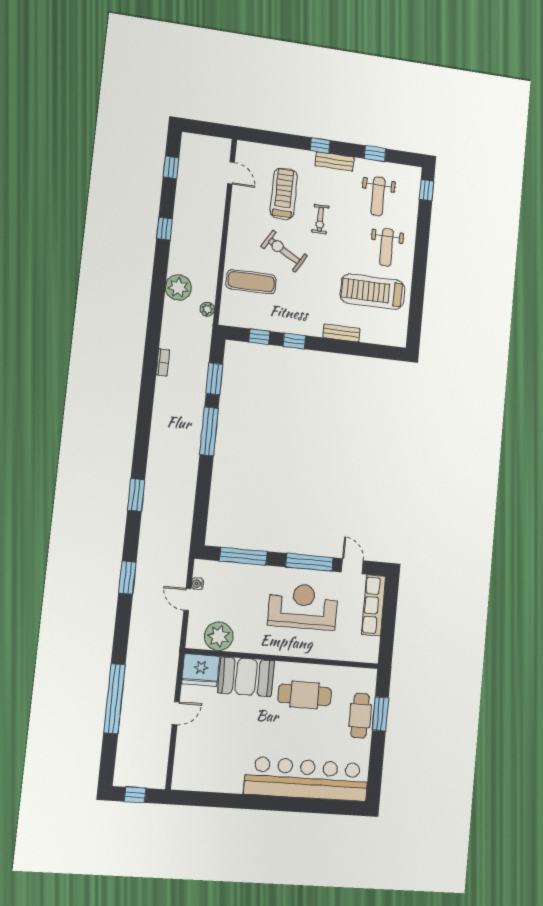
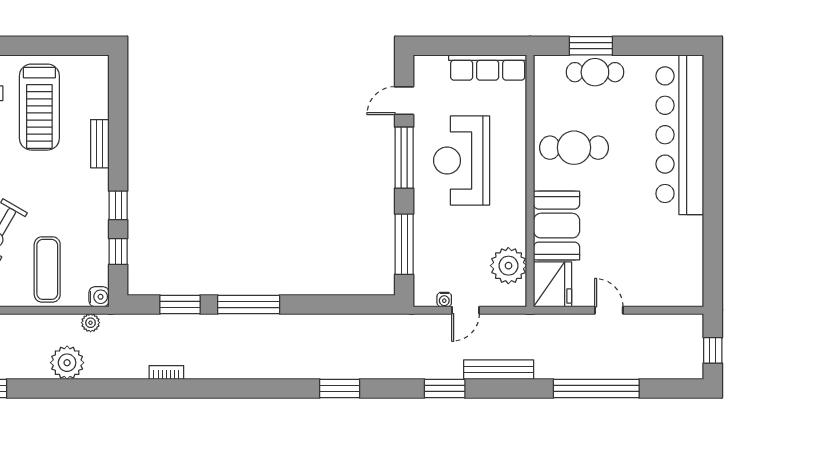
water cooler: (227, 318) -> (99, 297), added
row of seats: (374, 605) -> (488, 67), moved
bench: (138, 622) -> (499, 370), added
cafe table: (305, 695) -> (574, 148), turned 90

